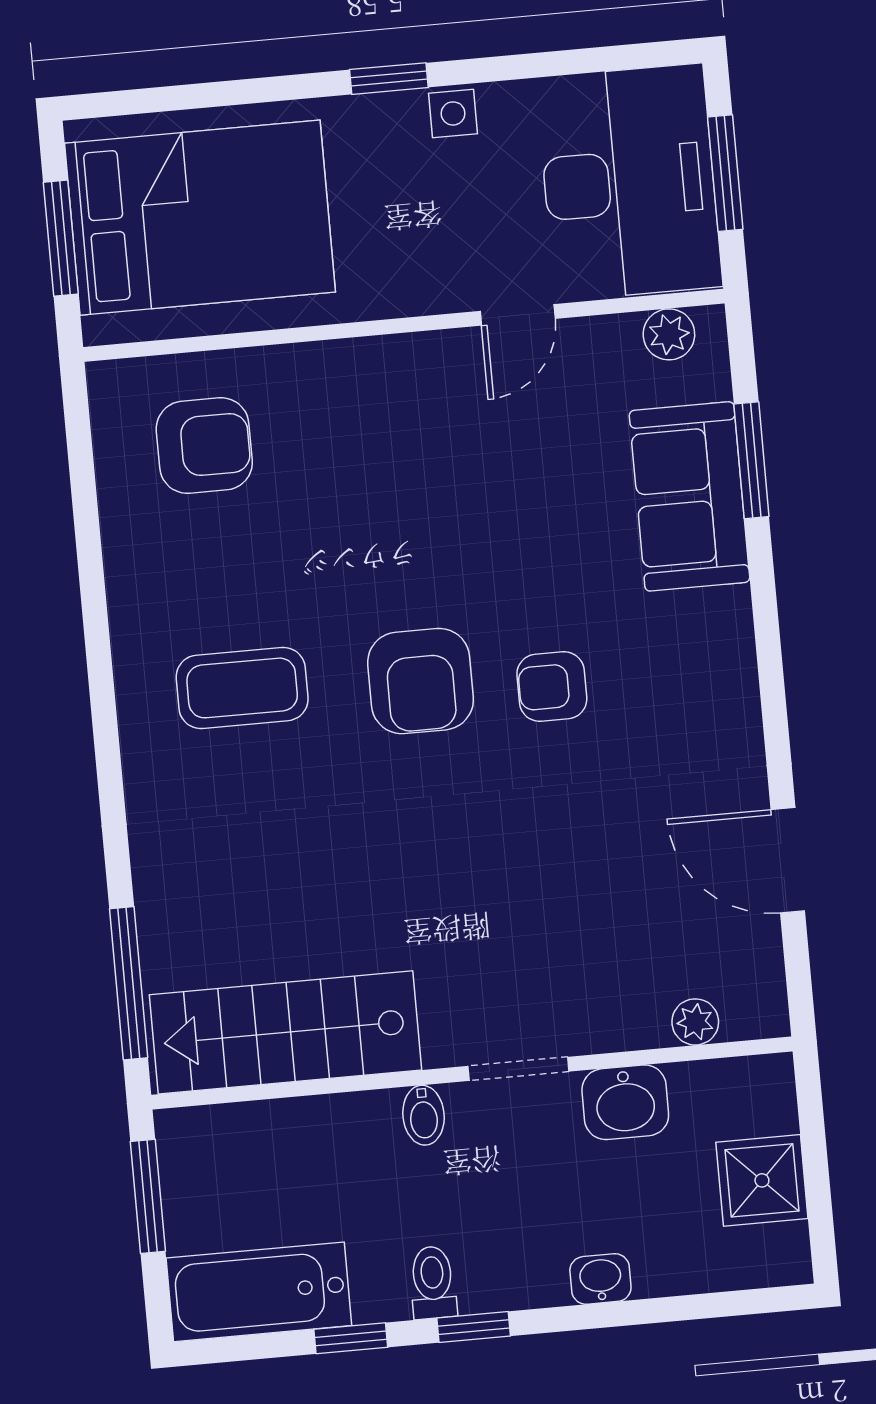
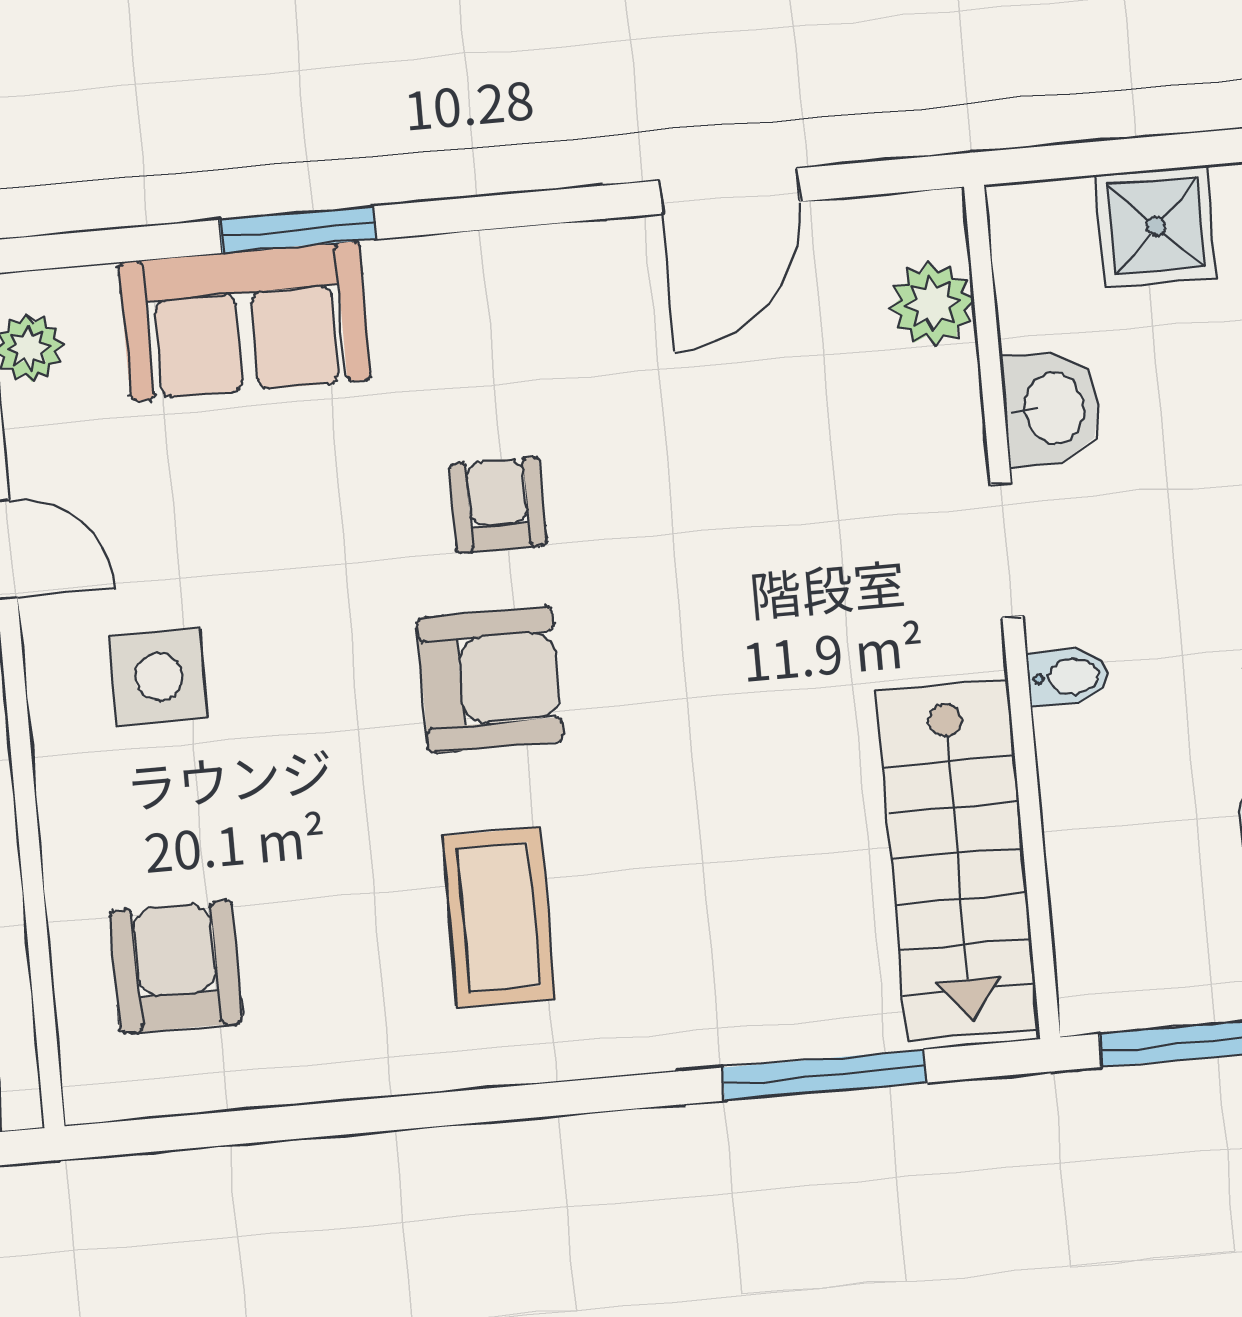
side table: (422, 432) -> (159, 677), added
window: (751, 460) -> (298, 230), moved
armchair: (552, 687) -> (498, 505), turned 180
window: (129, 983) -> (824, 1075), moved
plant: (695, 1022) -> (932, 304), width x1.38, depth x1.38

